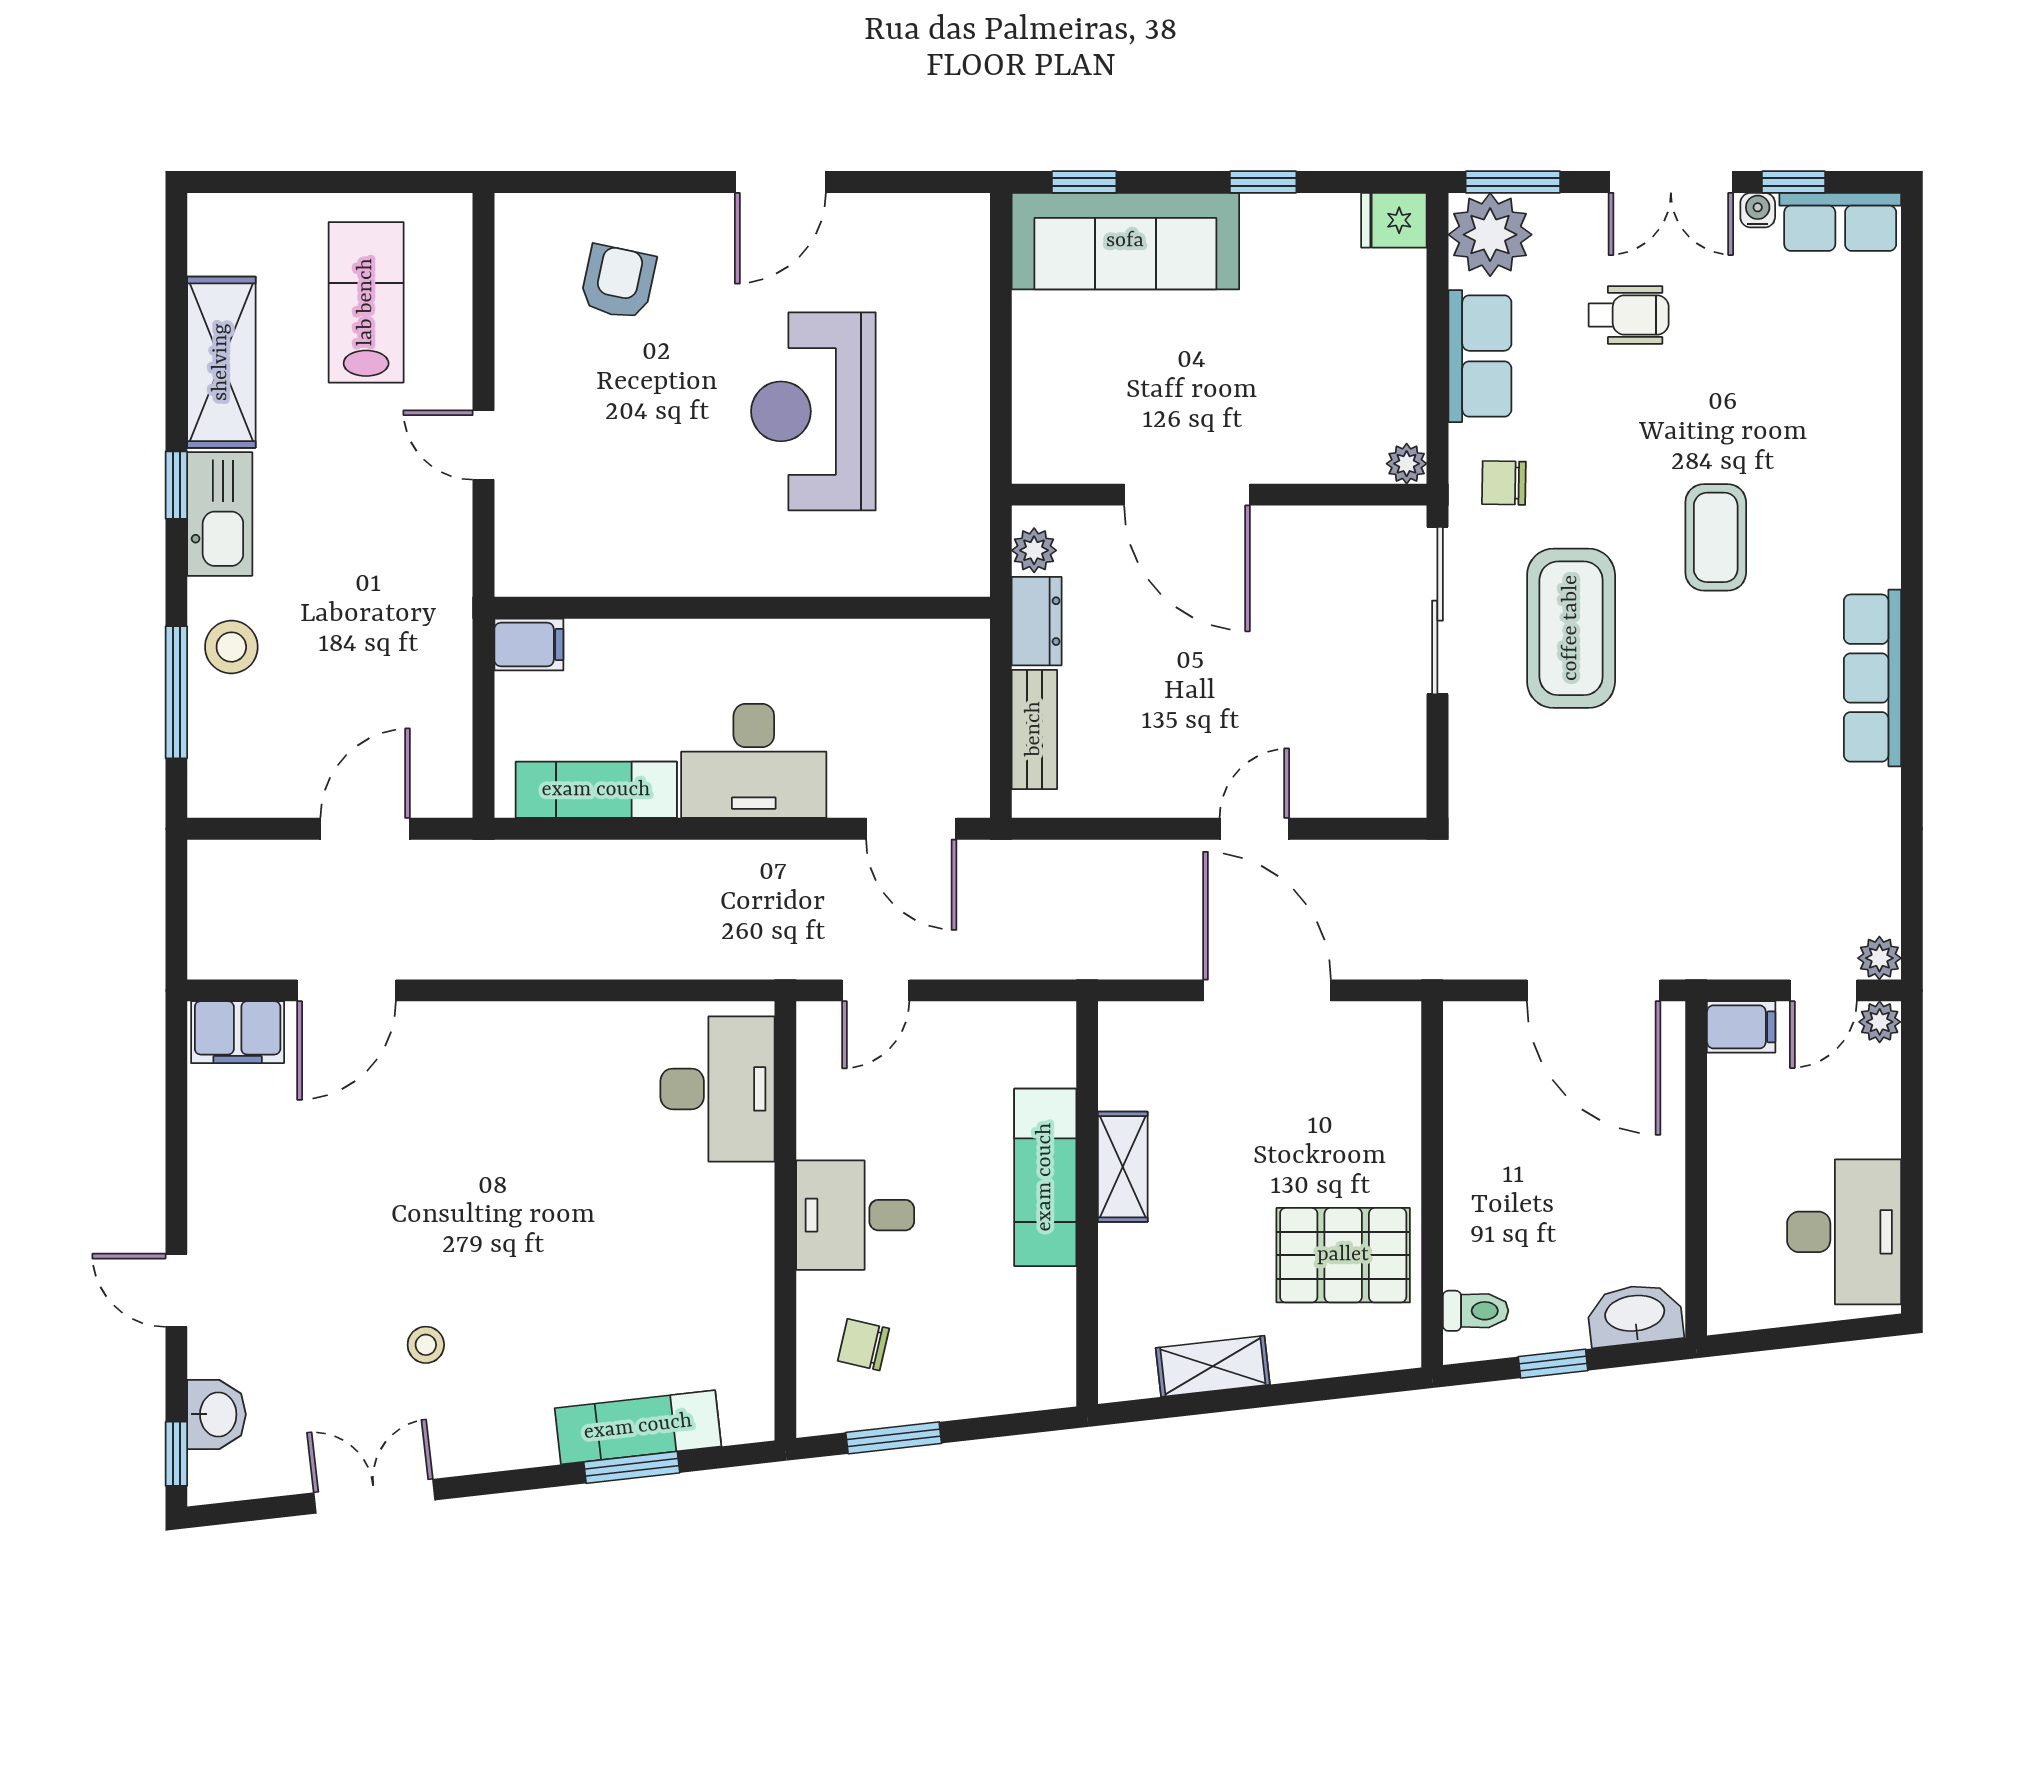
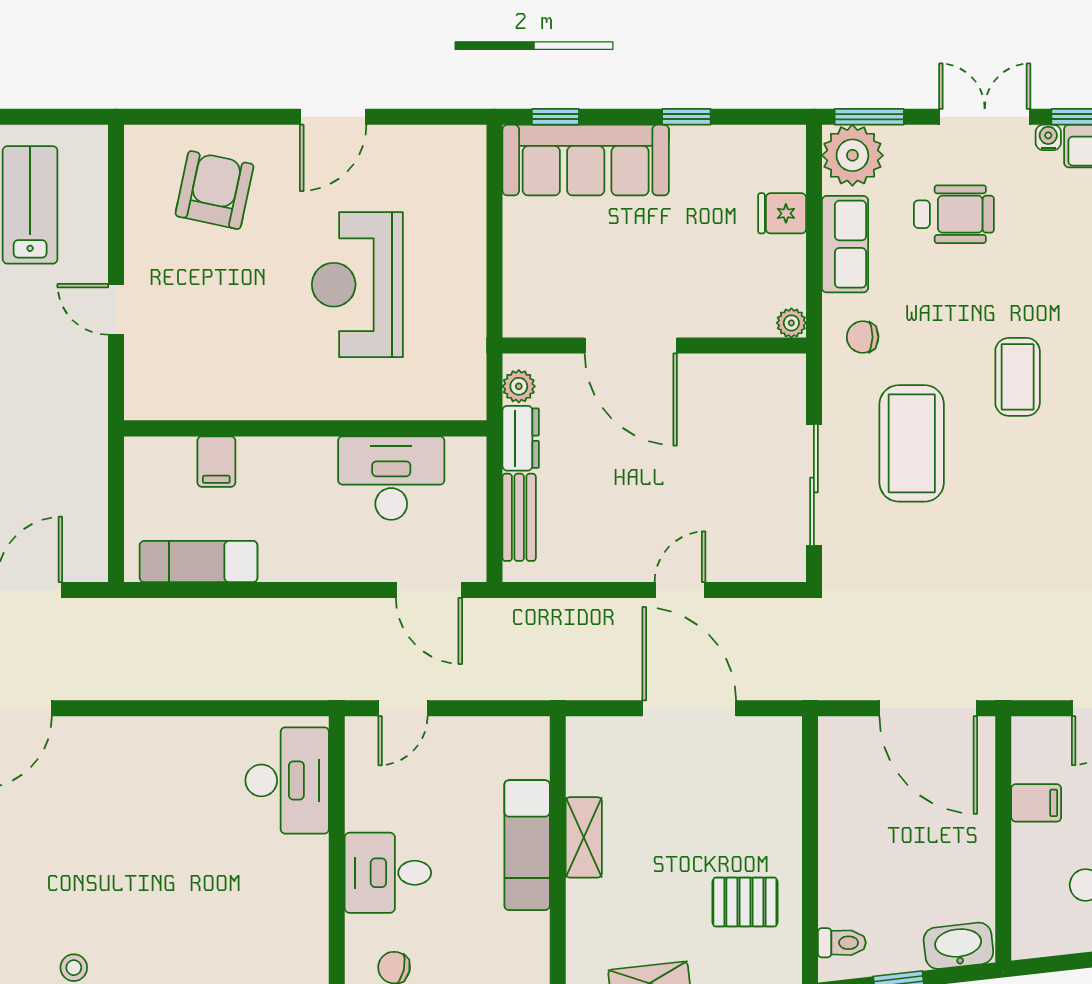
double door: (1671, 182) -> (985, 117), swing flipped
fridge: (1394, 220) -> (782, 213), moved
armchair: (618, 282) -> (214, 190), width x1.38, depth x1.38
wheelchair: (1629, 315) -> (954, 214), width x1.36, depth x1.37
sliding door: (1437, 611) -> (814, 485), moved
filing cabinet: (529, 644) -> (216, 462), moved, turned 90
desk: (754, 761) -> (391, 478), moved, turned 180
filing cabinet: (1741, 1027) -> (1036, 803), moved
pallet: (1343, 1255) -> (745, 902), width x0.67, depth x0.71

